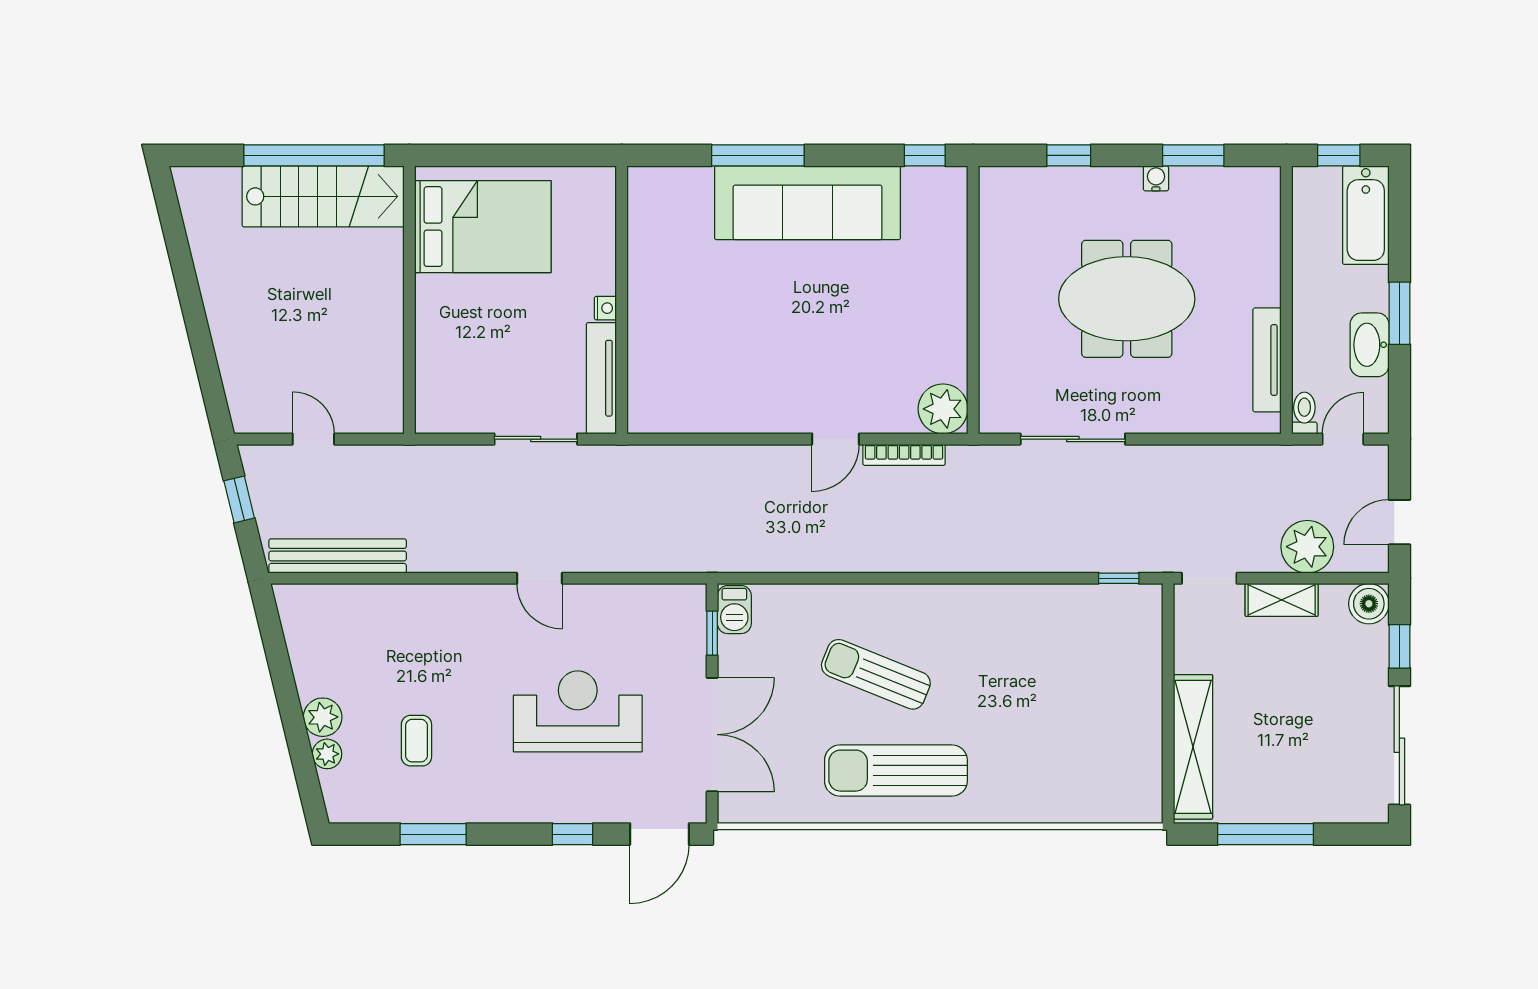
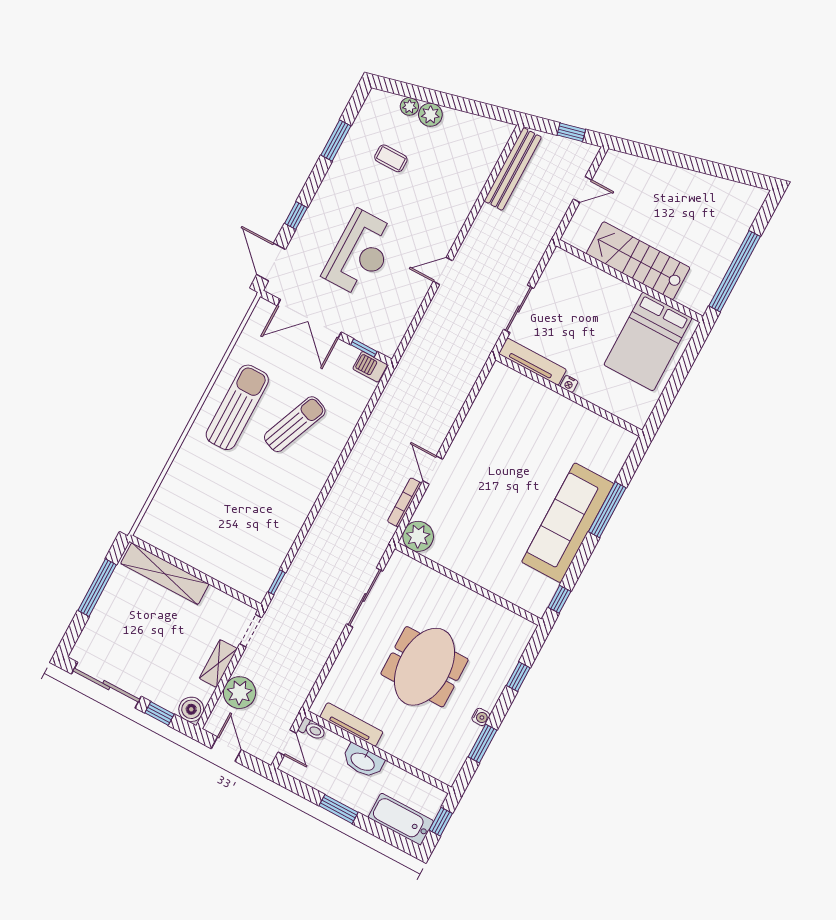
stairs: (323, 196) -> (638, 261), moved, turned 90
washbasin: (1370, 345) -> (363, 761), moved, turned 180

